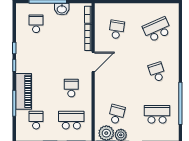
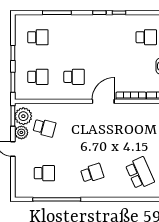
school desk: (117, 30) -> (140, 128), removed
door: (93, 62) -> (103, 101), swing flipped
piano: (24, 91) -> (70, 23), removed
school desk: (157, 114) -> (44, 173), width x0.54
school desk: (71, 120) -> (38, 77), width x0.54

